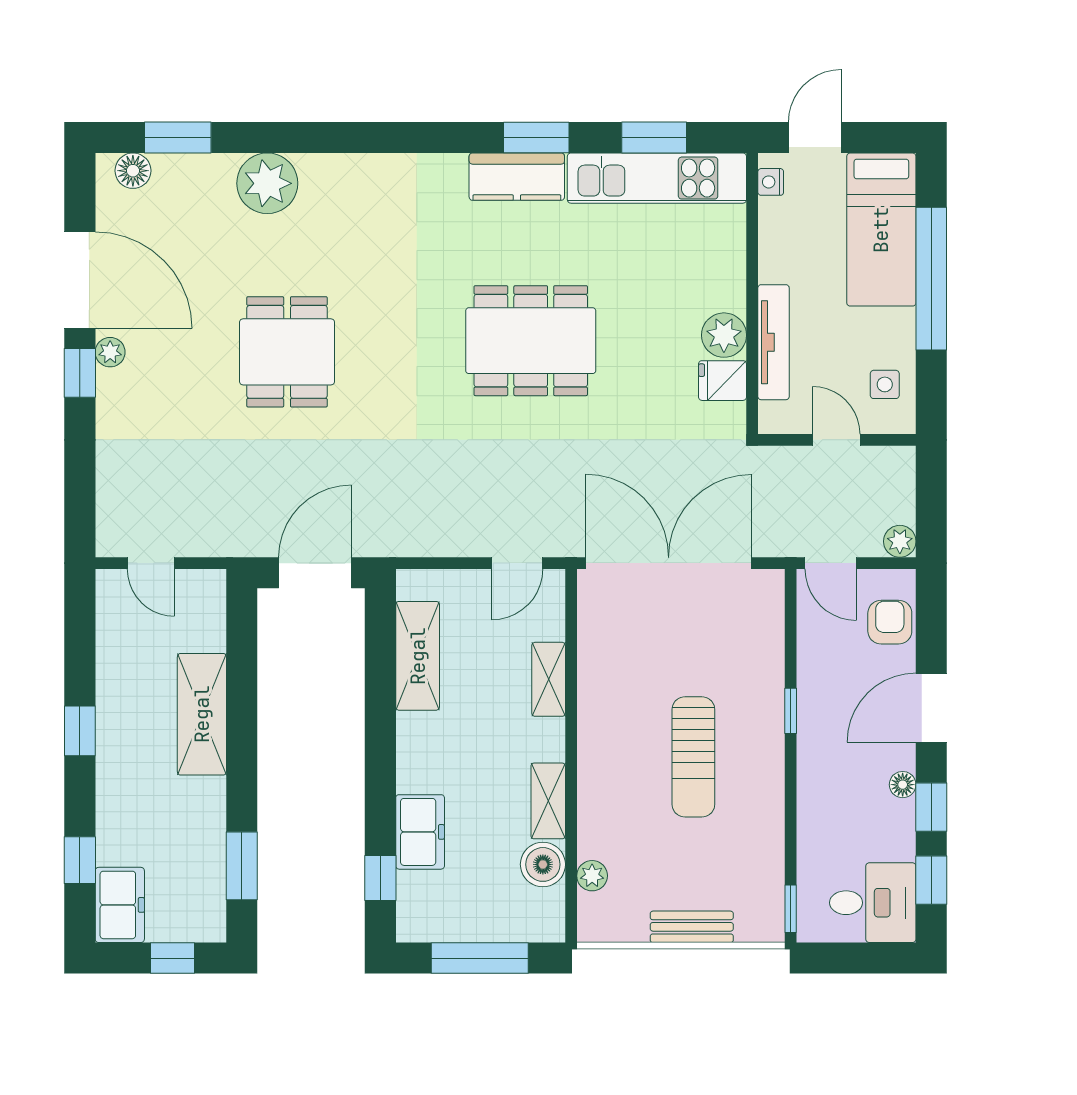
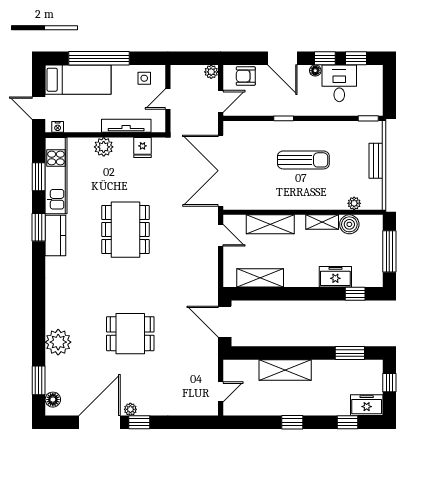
plant: (724, 335) -> (104, 147), moved
shelving: (549, 679) -> (270, 224), width x1.50, depth x1.33
desk: (873, 903) -> (339, 83), moved

